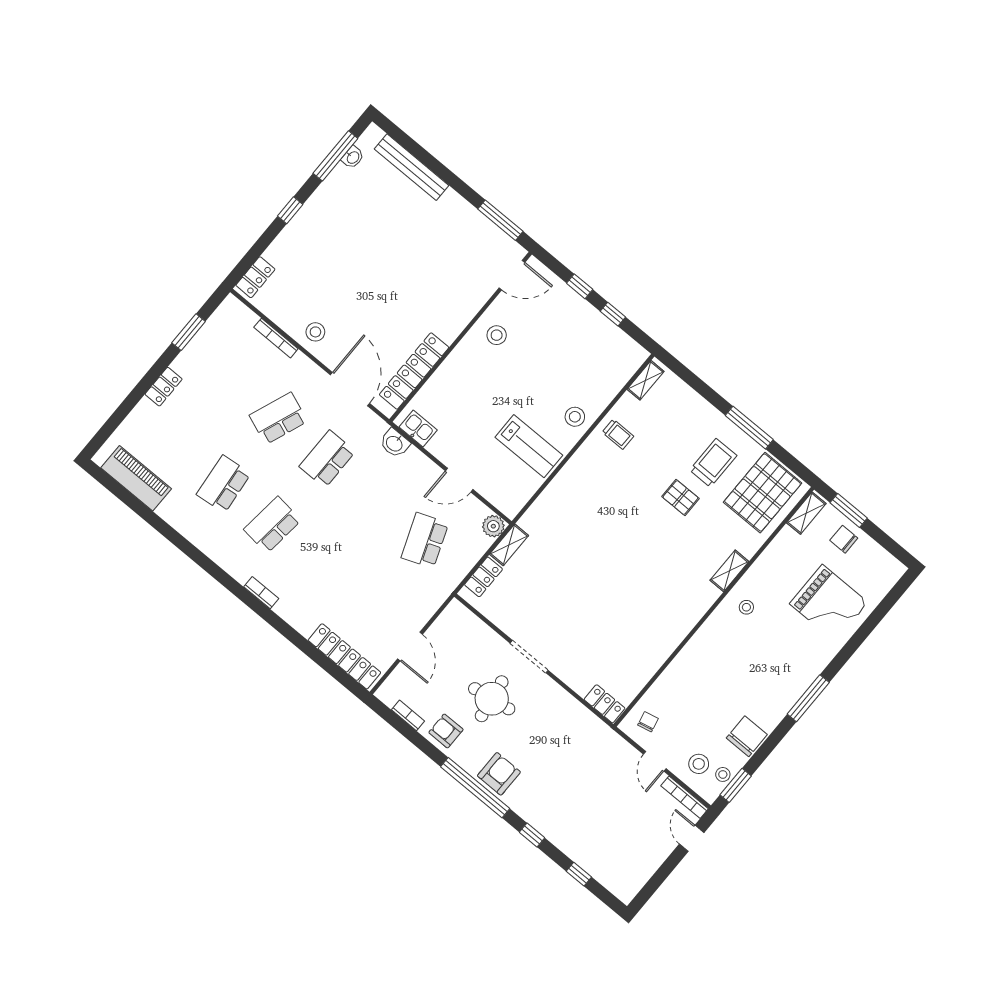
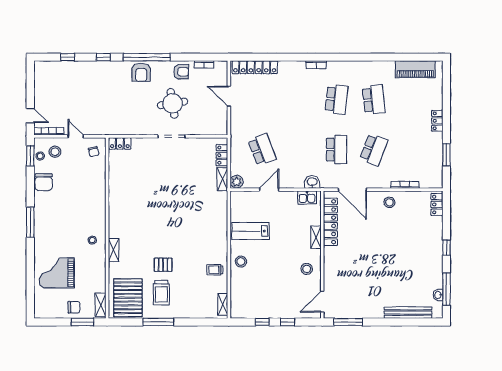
shelving: (450, 367) -> (316, 237), added

